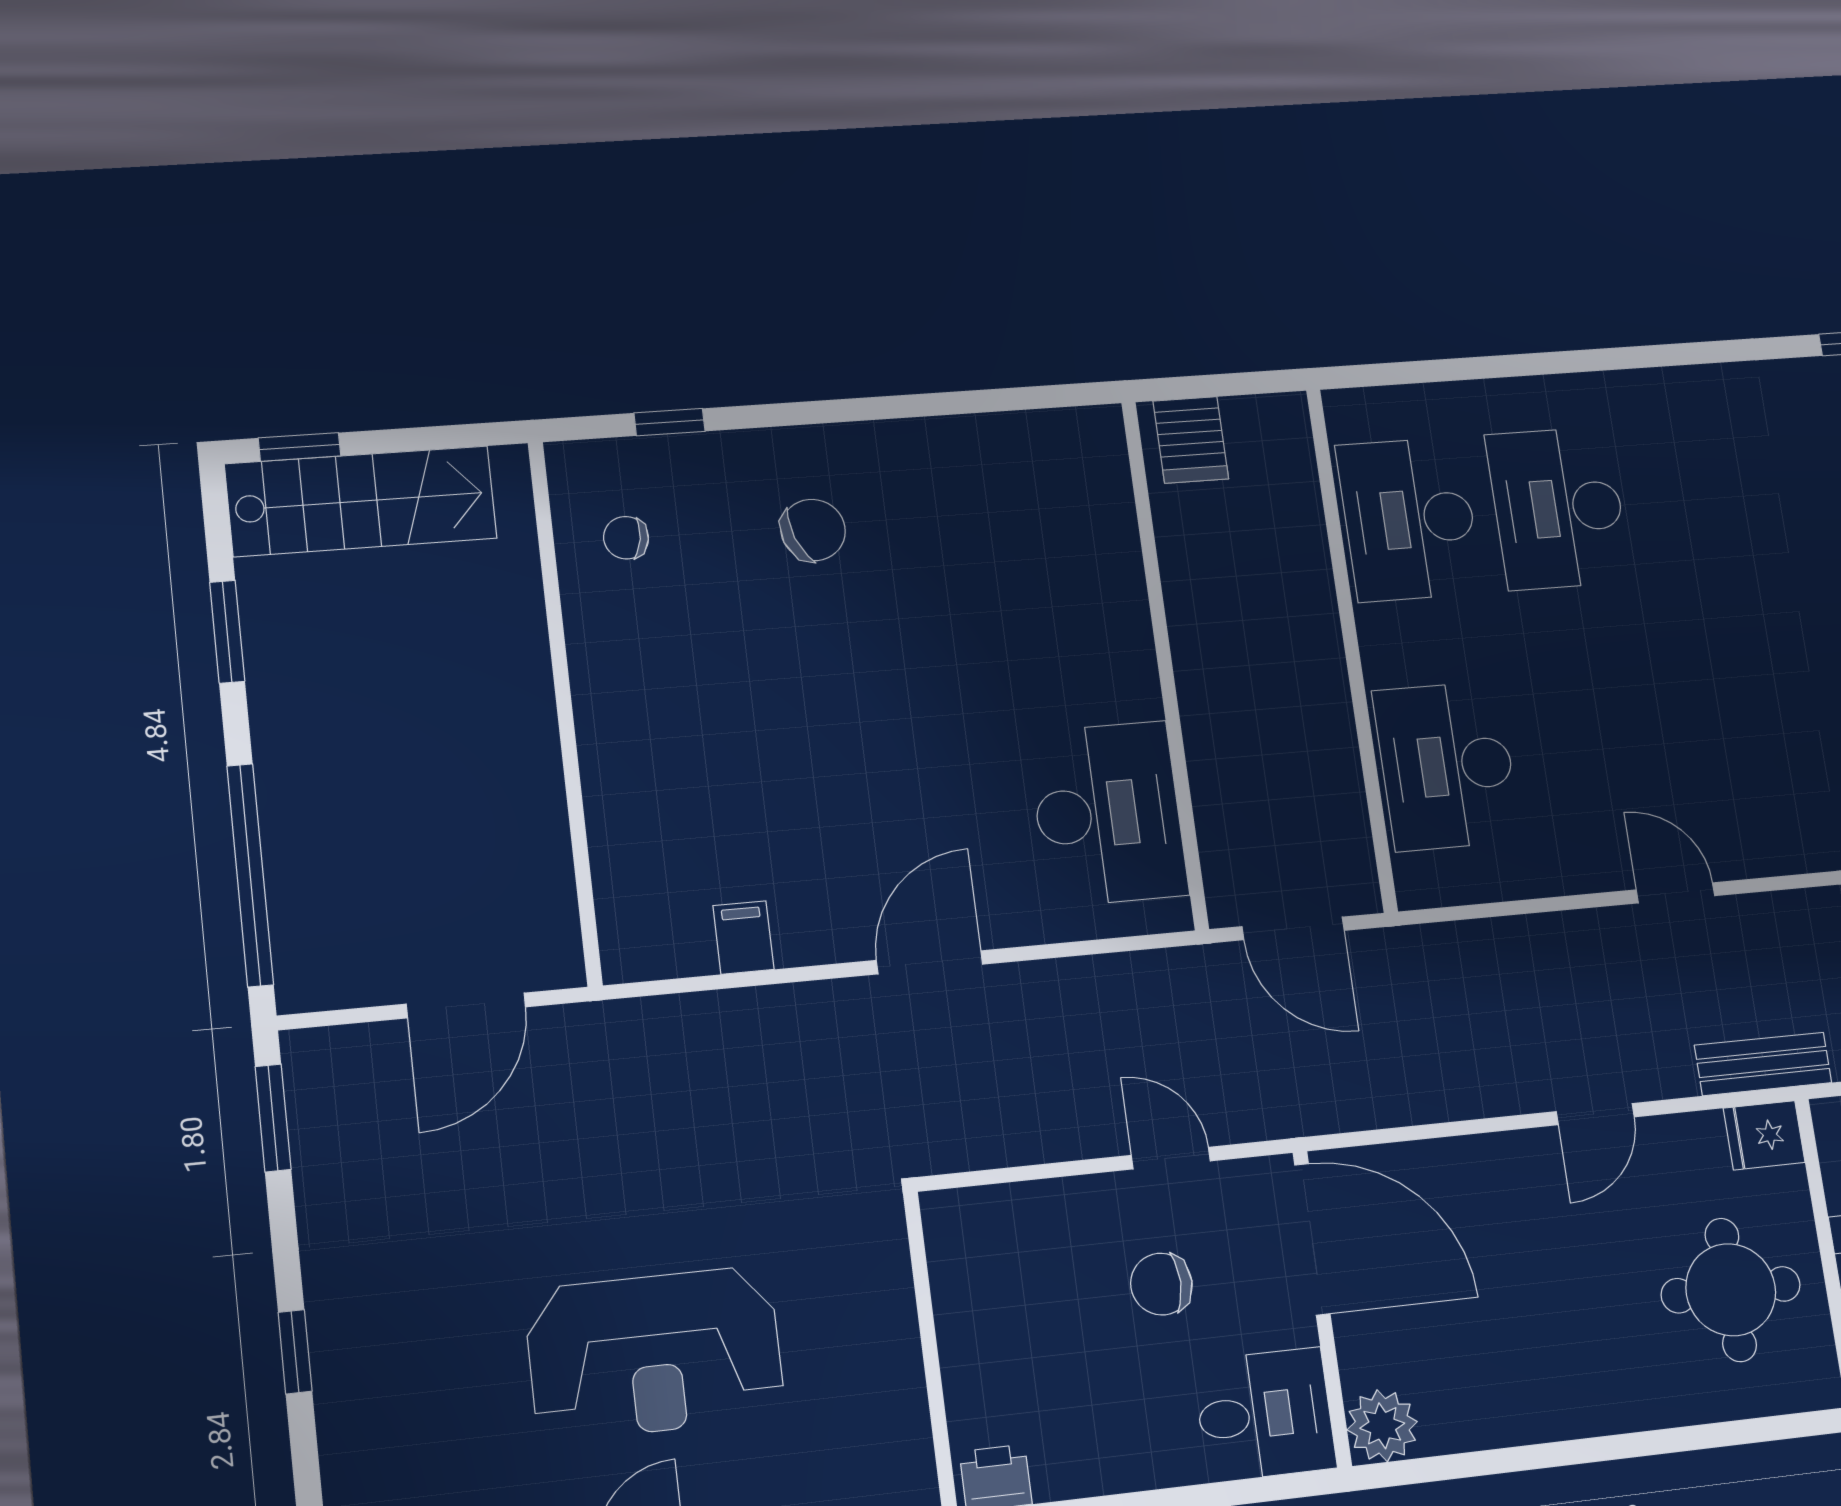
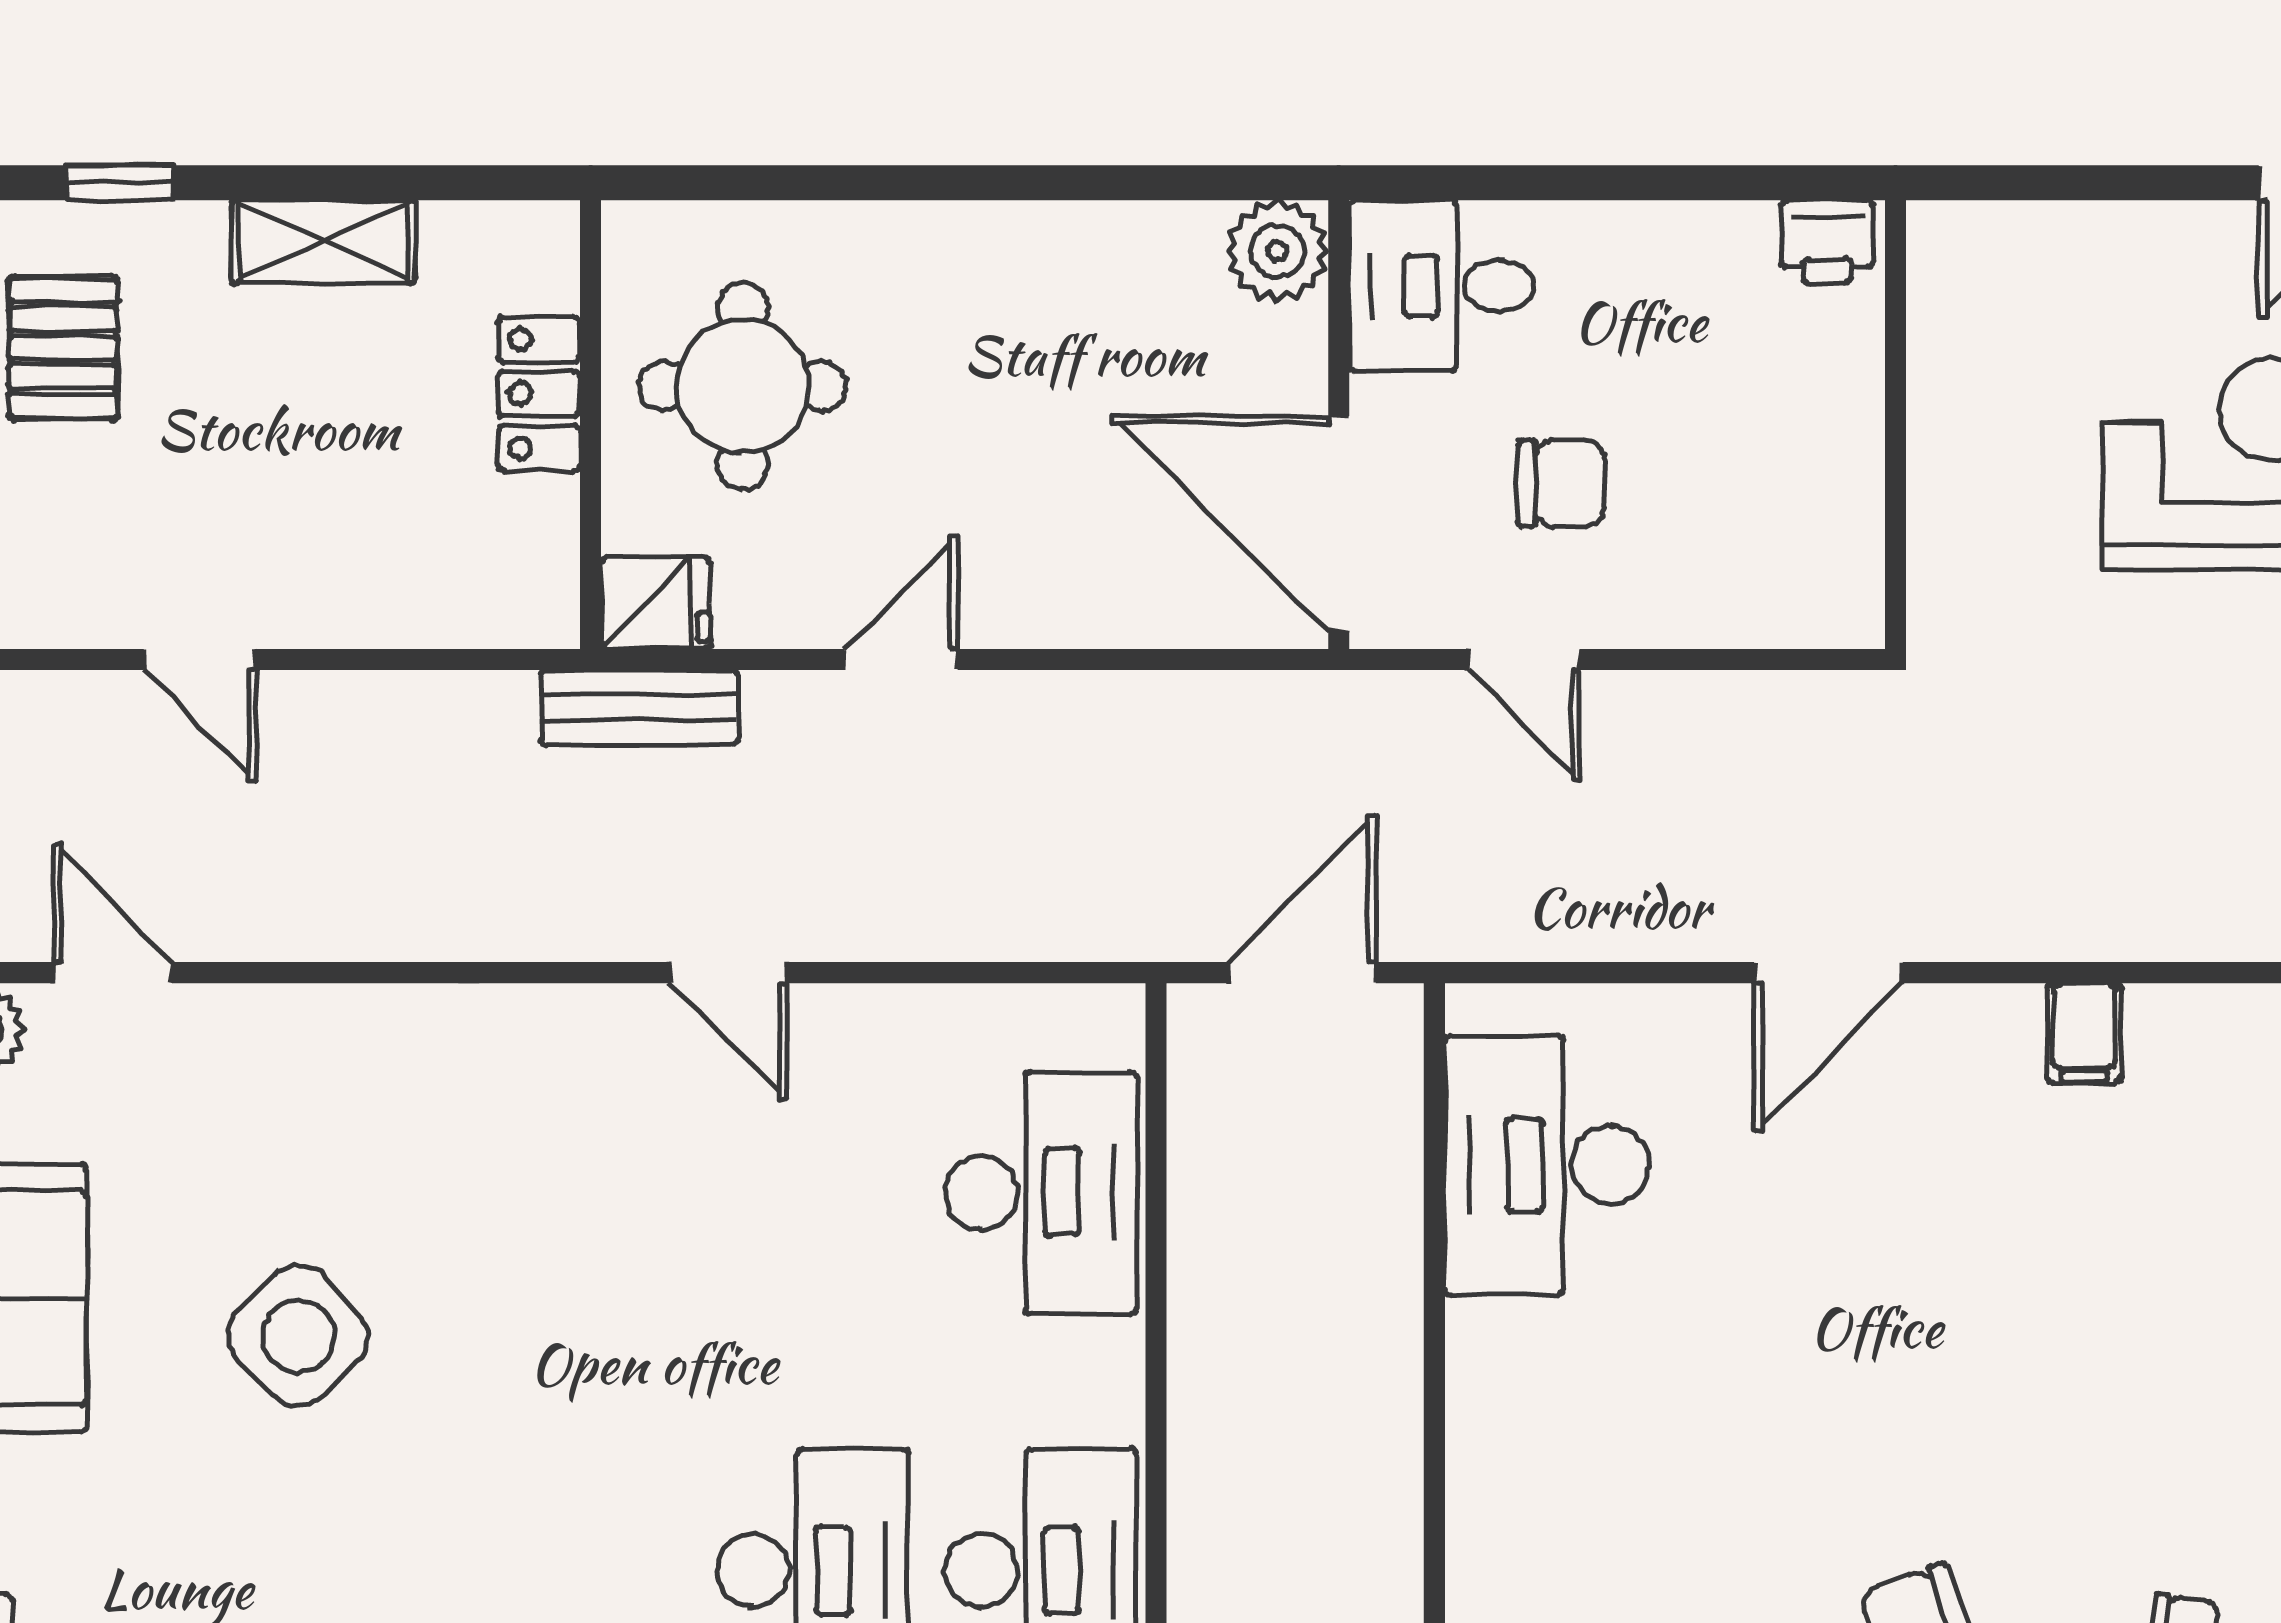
door: (1293, 928) -> (1302, 973), hinge flipped

